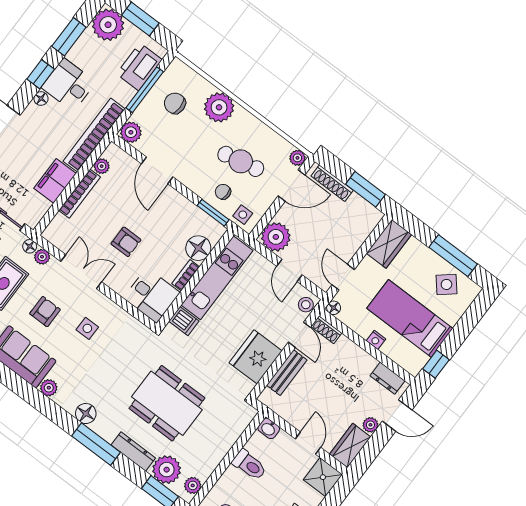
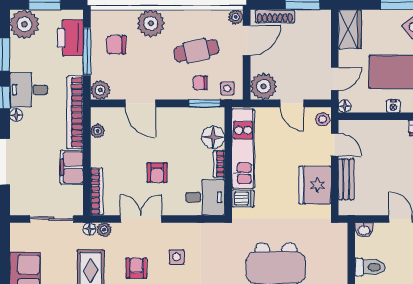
bookcase: (80, 194) -> (97, 192), moved
armchair: (126, 242) -> (157, 173), turned 90
door: (343, 277) -> (335, 79), swing flipped
shoe rack: (326, 330) -> (351, 126), removed

